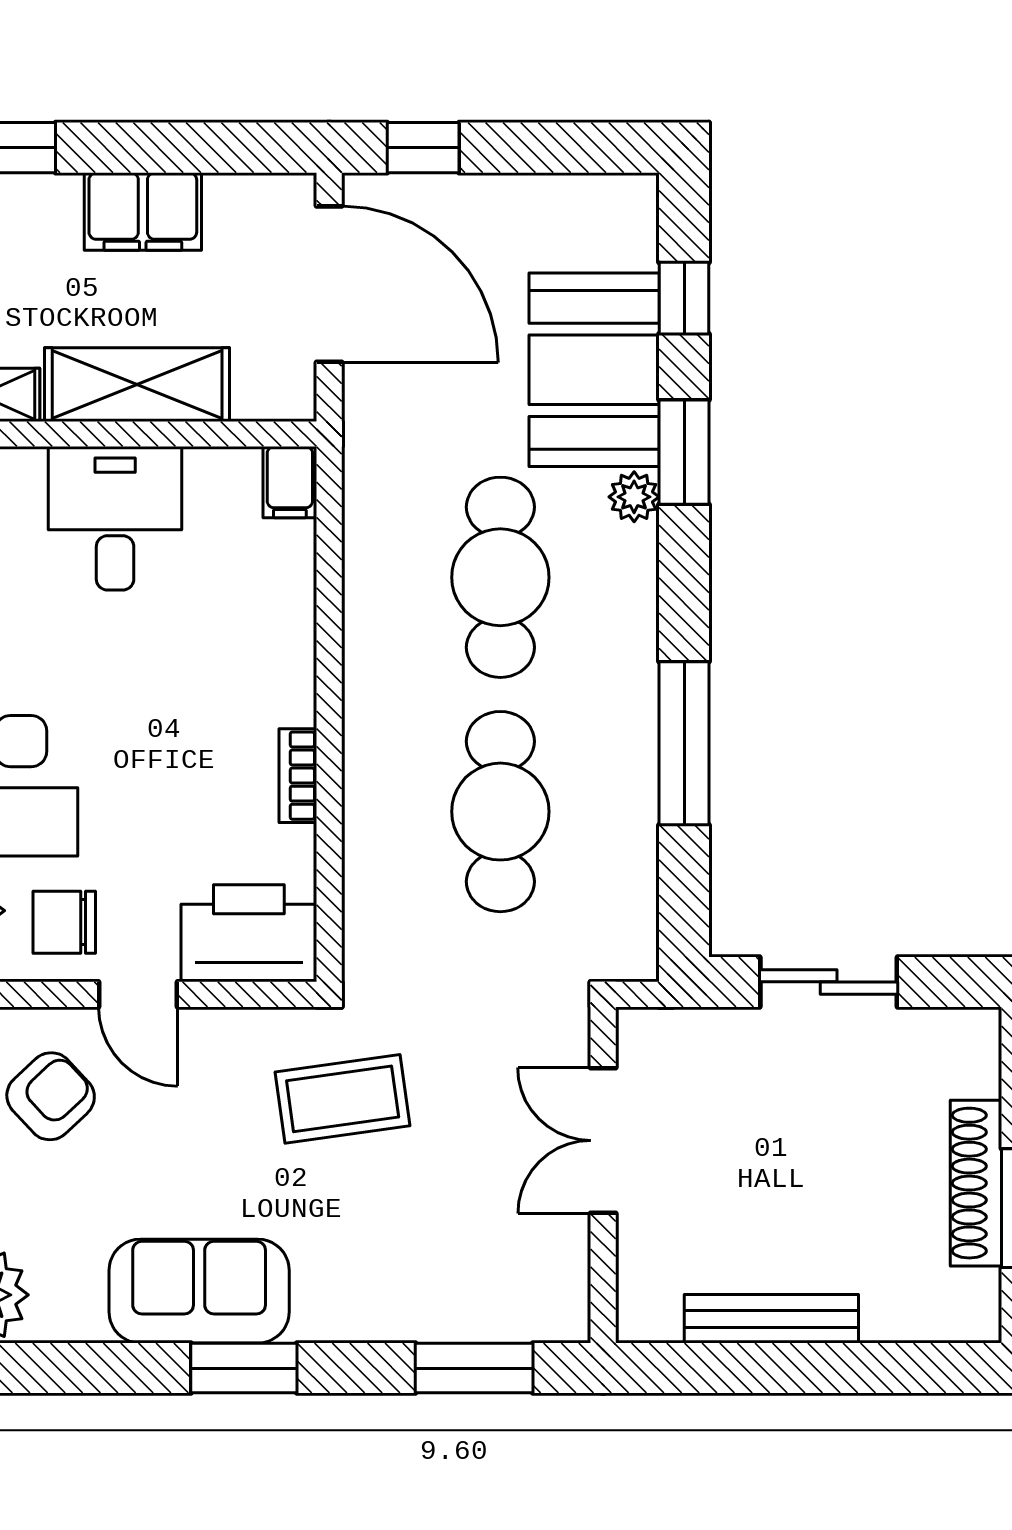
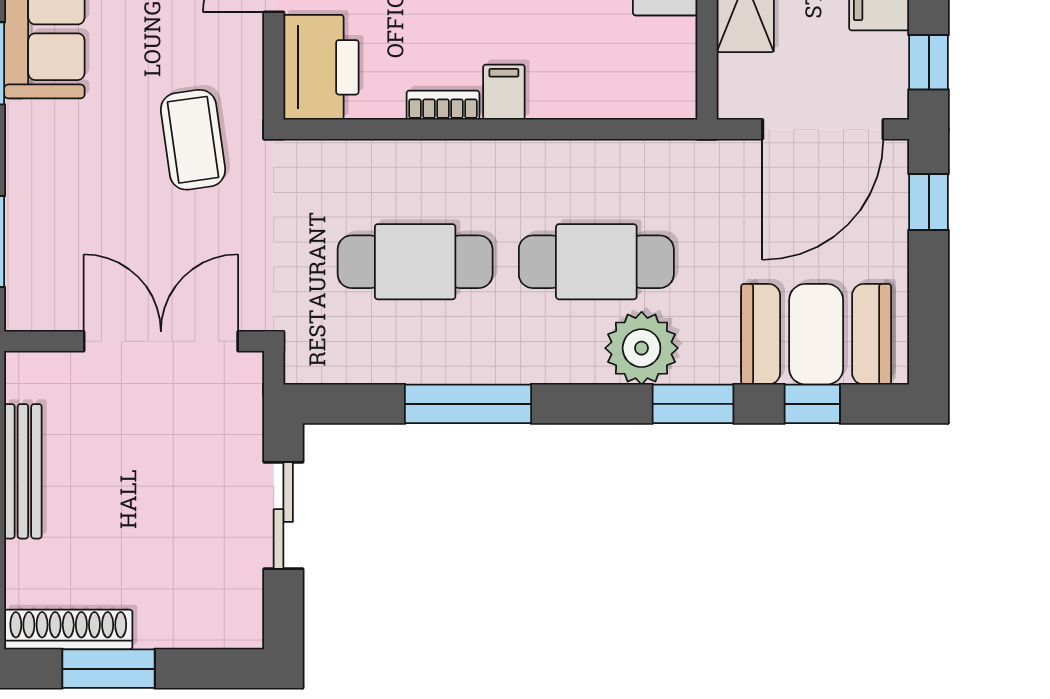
window: (242, 148) -> (929, 62), added
booth: (594, 370) -> (816, 334), moved
filing cabinet: (290, 482) -> (504, 92), moved, turned 90
plant: (634, 497) -> (642, 348), width x1.88, depth x1.88
double door: (603, 1141) -> (161, 341), width x1.37
shoe rack: (976, 1183) -> (68, 629), moved

